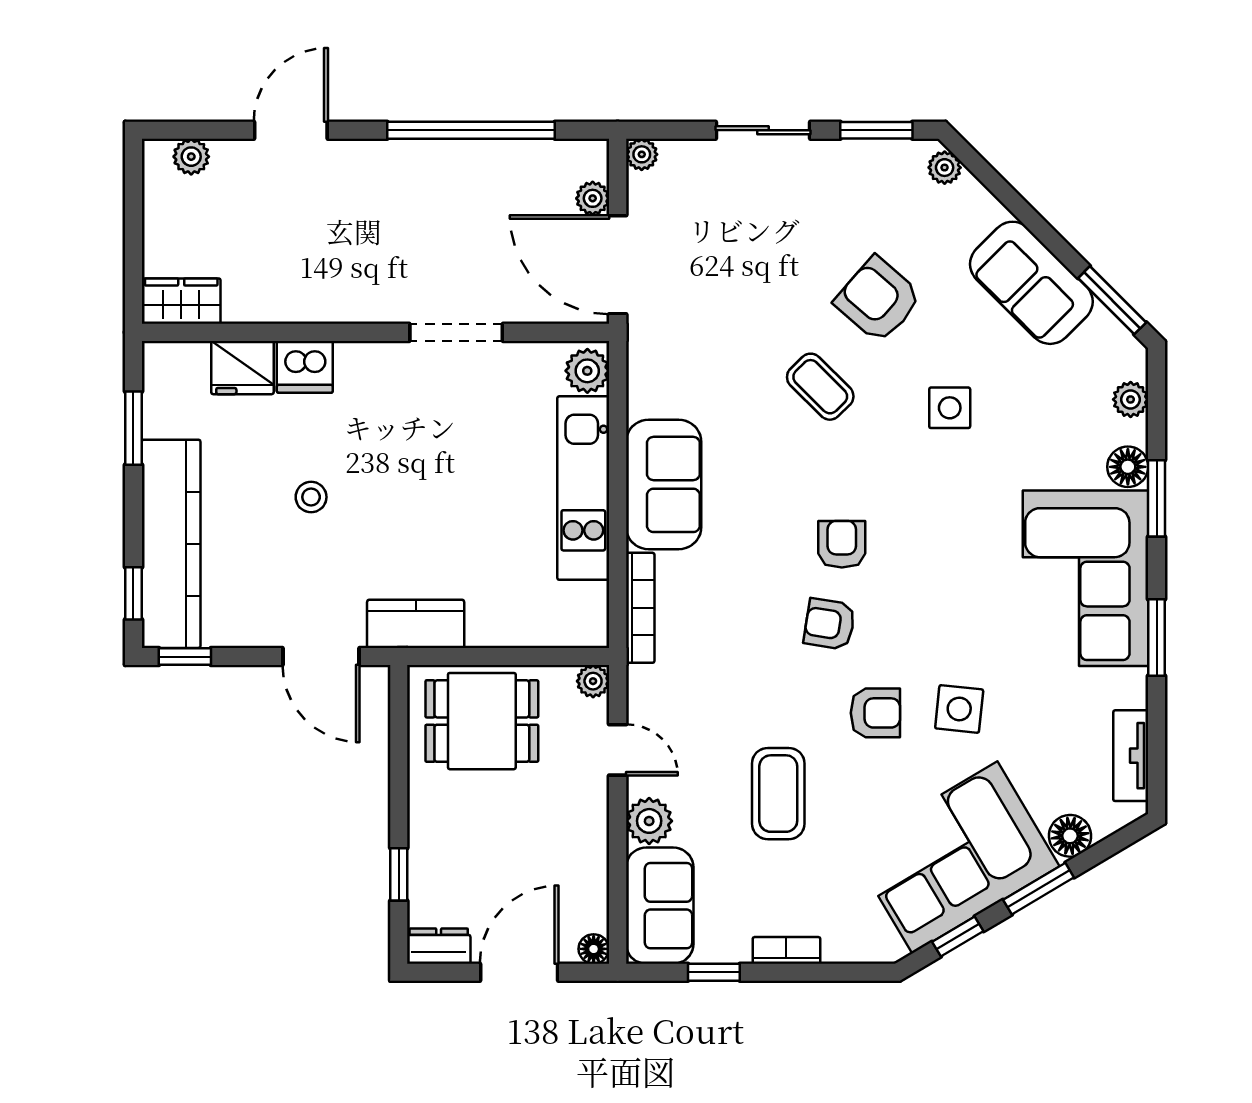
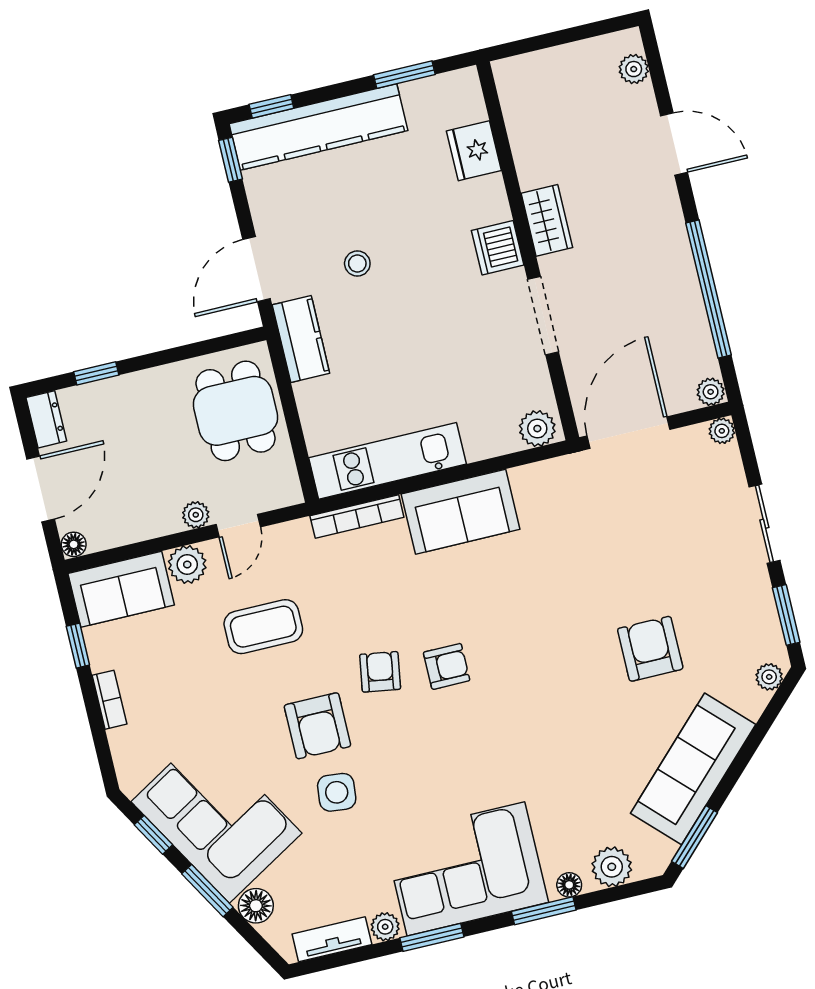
plant: (593, 198) -> (711, 392), moved
sofa: (1031, 283) -> (693, 769), width x1.36
armchair: (878, 300) -> (650, 649), turned -41
wardrobe: (181, 301) -> (547, 220), moved
dishwasher: (305, 367) -> (498, 248), moved
coffee table: (820, 387) -> (569, 619), removed
plant: (1131, 399) -> (612, 867), width x1.38, depth x1.38
side table: (950, 408) -> (577, 727), removed
floor lamp: (1128, 467) -> (569, 885), width x0.73, depth x0.73
kitchen unit: (583, 488) -> (387, 461), moved
stool: (311, 497) -> (357, 263), moved
plant: (593, 681) -> (196, 515), moved
plant: (1131, 690) -> (385, 927), added
armchair: (875, 713) -> (317, 726), width x1.38, depth x1.38
coffee table: (778, 794) -> (263, 627), moved
door: (519, 972) -> (41, 489), hinge flipped

